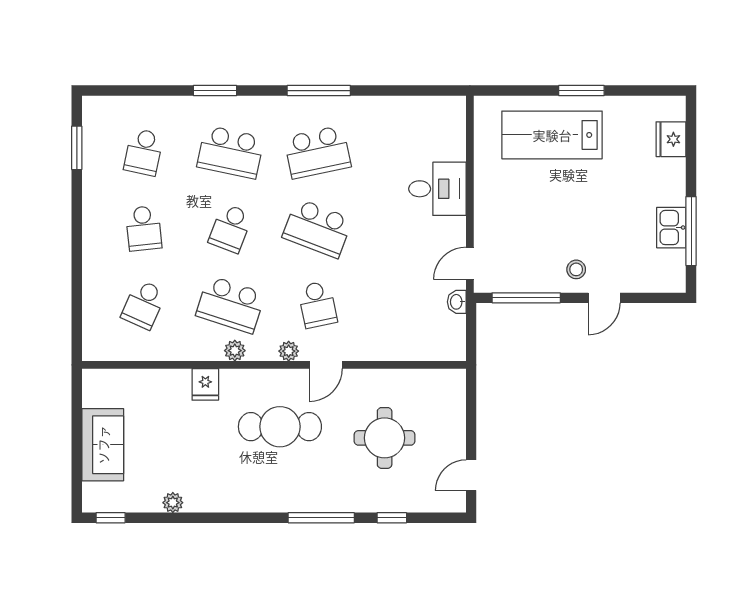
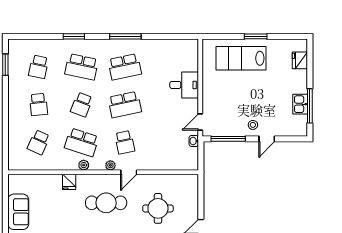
school desk: (317, 228) -> (125, 105), turned -33

